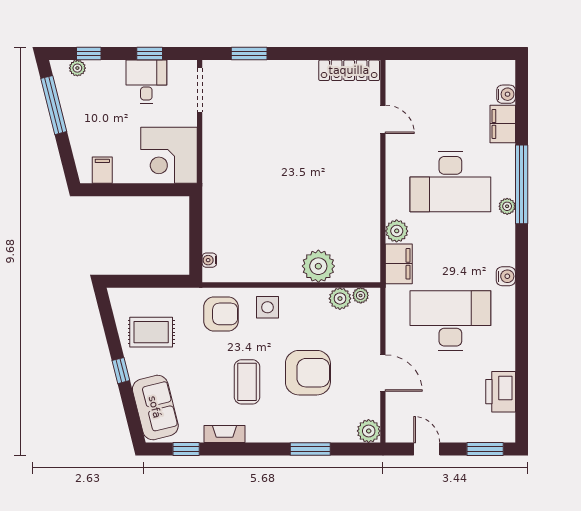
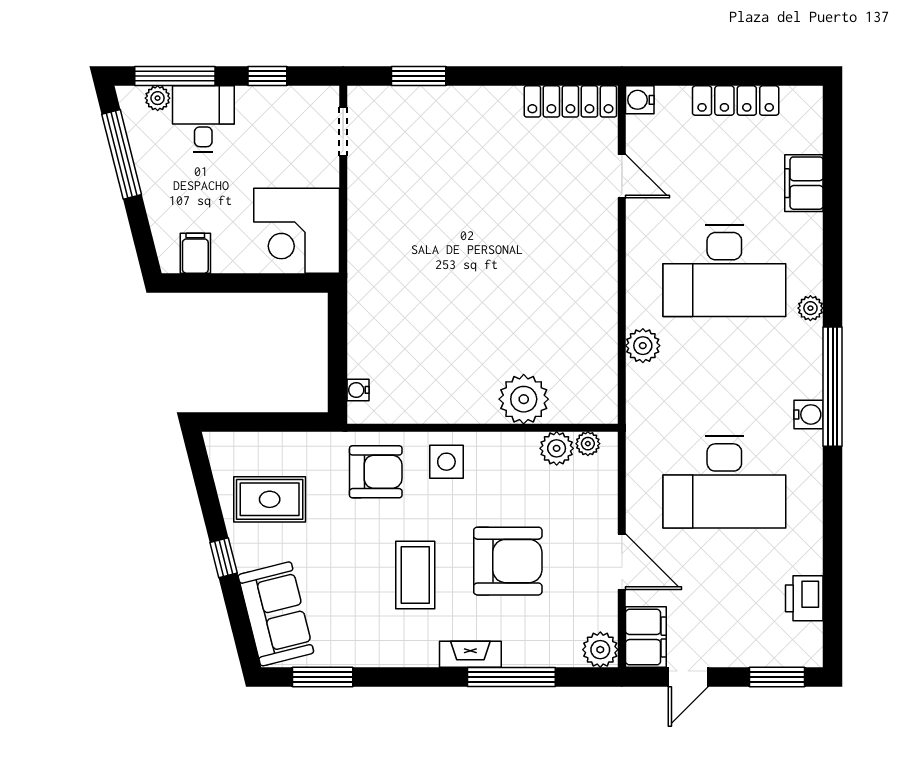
window: (89, 54) -> (175, 76), width x2.17
locker: (458, 70) -> (736, 101), added
desk: (146, 82) -> (203, 119), moved
doorway: (200, 90) -> (343, 131), width x0.73
water cooler: (506, 94) -> (640, 100), moved, turned 180
window: (522, 184) -> (833, 387), moved
filing cabinet: (399, 264) -> (646, 637), moved
desk: (450, 321) -> (724, 482), turned 180
printer: (501, 392) -> (804, 598), width x0.73, depth x0.84
fireplace: (224, 434) -> (470, 654), moved
window: (186, 449) -> (323, 677), width x1.50
window: (310, 449) -> (511, 677), width x1.44
door: (427, 449) -> (688, 677), swing flipped

